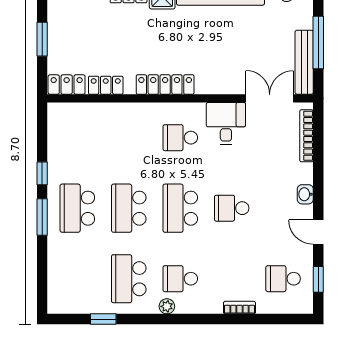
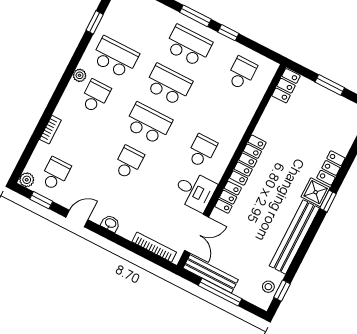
locker: (106, 85) -> (228, 197), moved
school desk: (77, 138) -> (242, 73), added
plant: (305, 305) -> (27, 180), added

